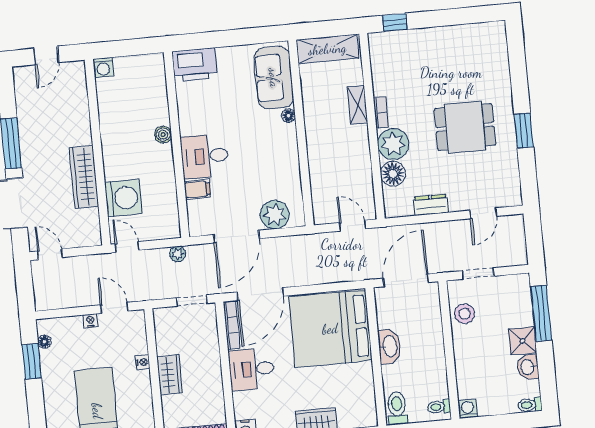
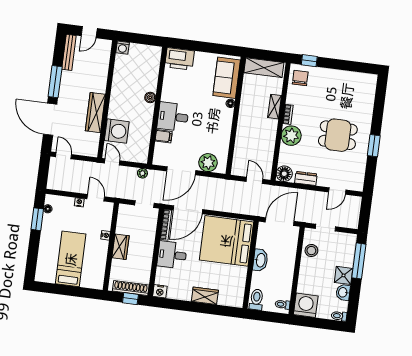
chair: (387, 52) -> (300, 78), added
bench: (22, 94) -> (69, 52), added
floor lamp: (393, 174) -> (284, 174), moved
washing machine: (468, 409) -> (306, 305), width x1.89, depth x1.89

